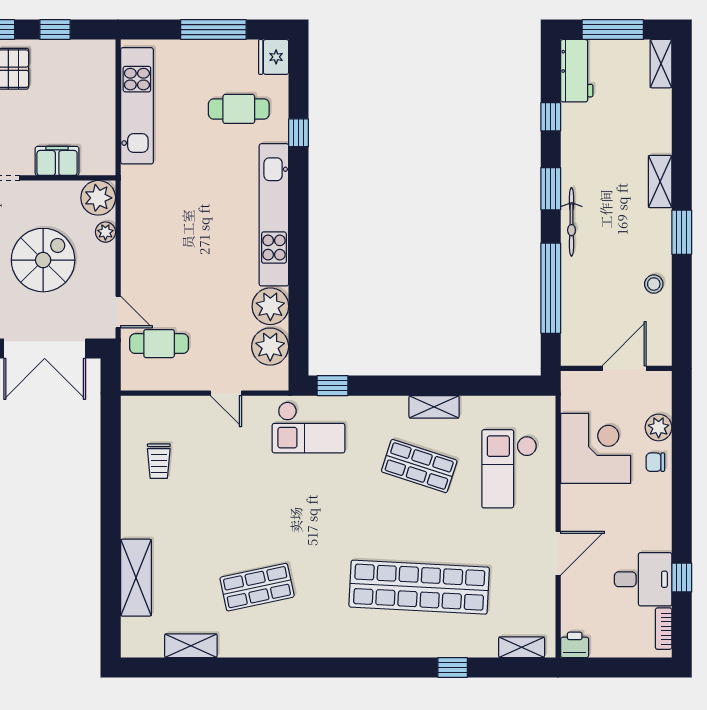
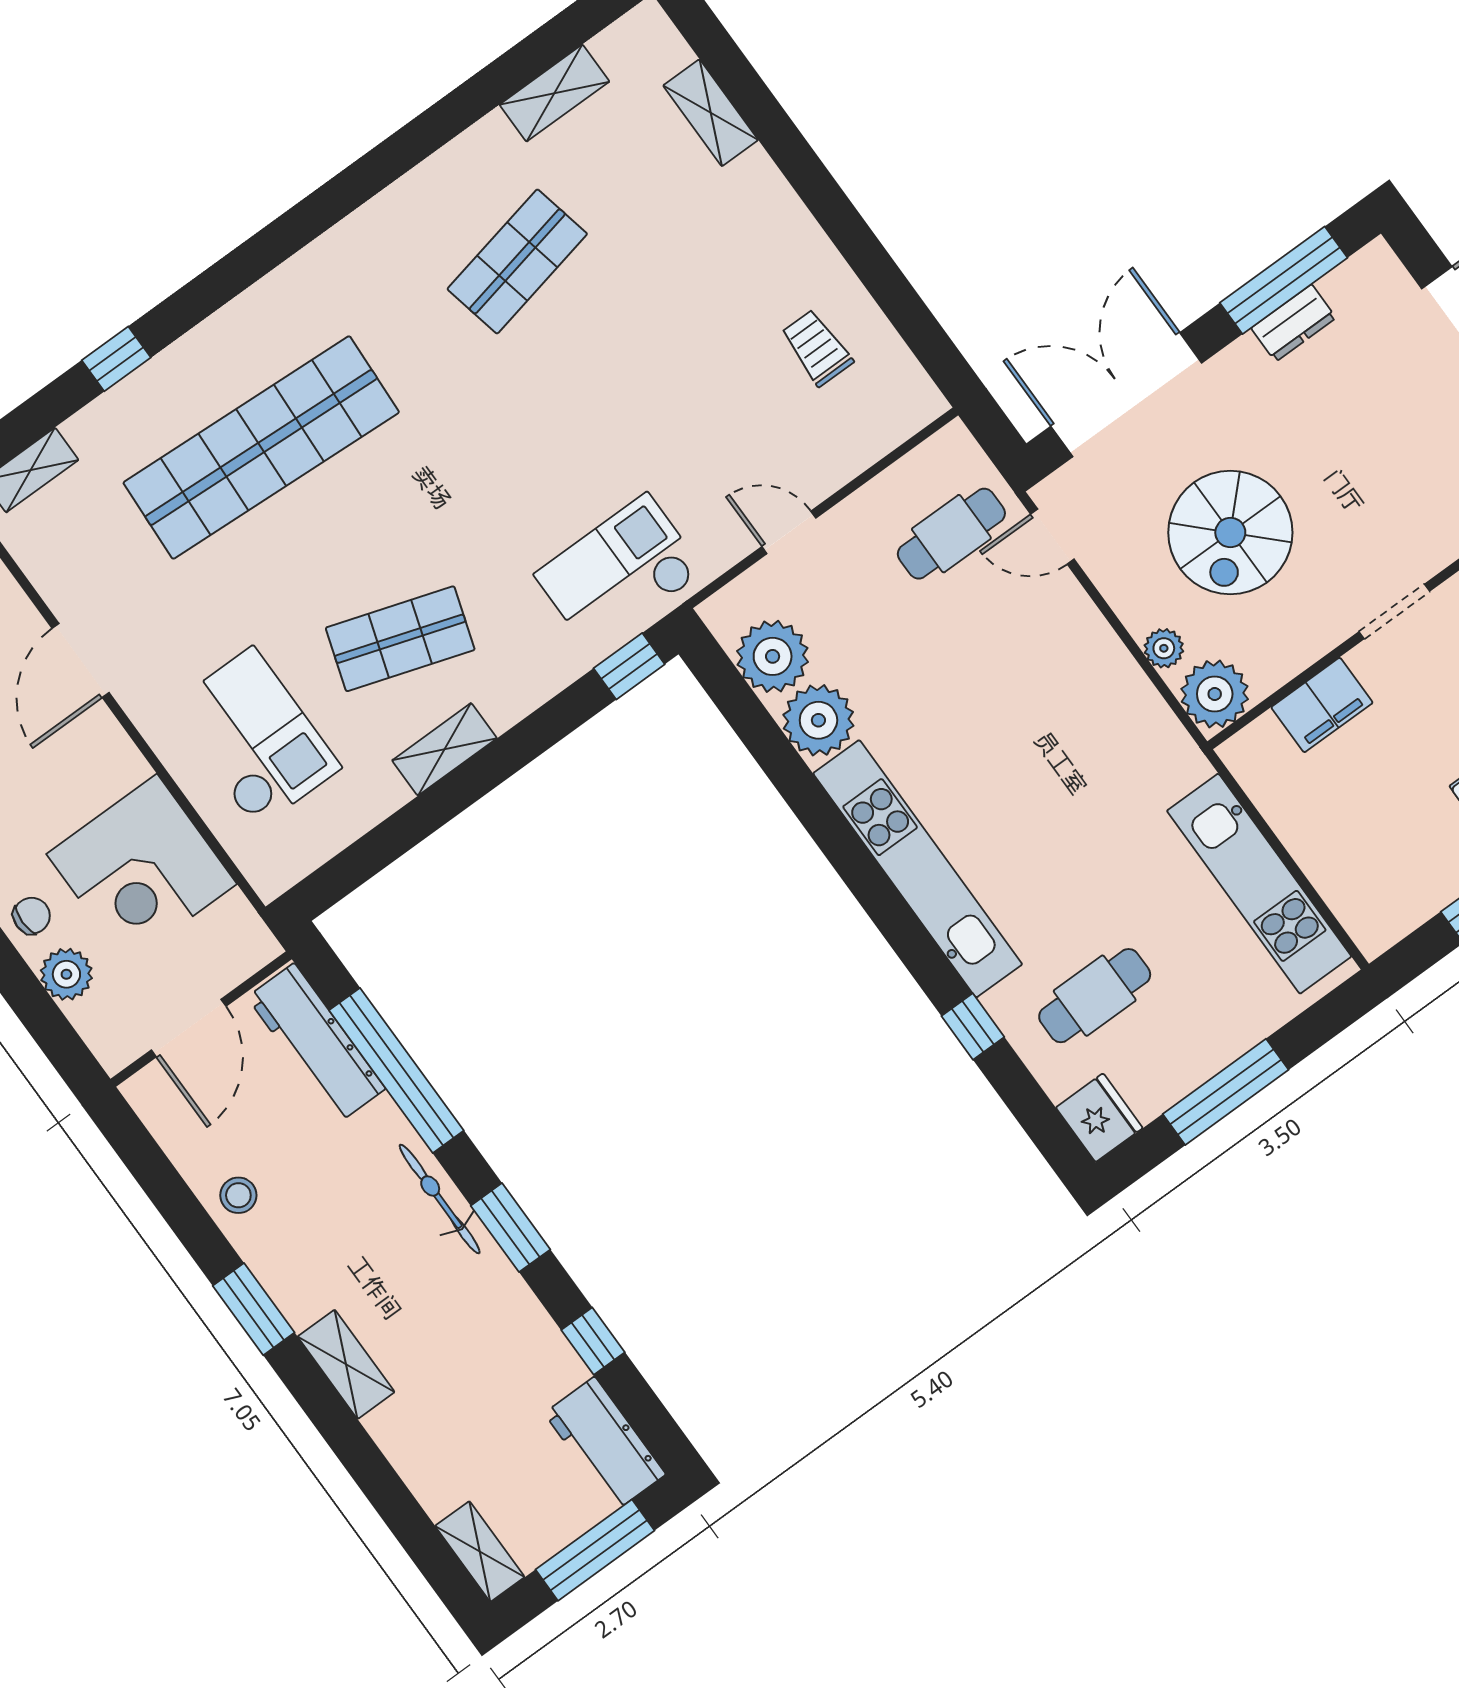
workbench: (576, 324) -> (316, 1043), added
shelving: (136, 578) -> (711, 113), width x0.67, depth x0.75

